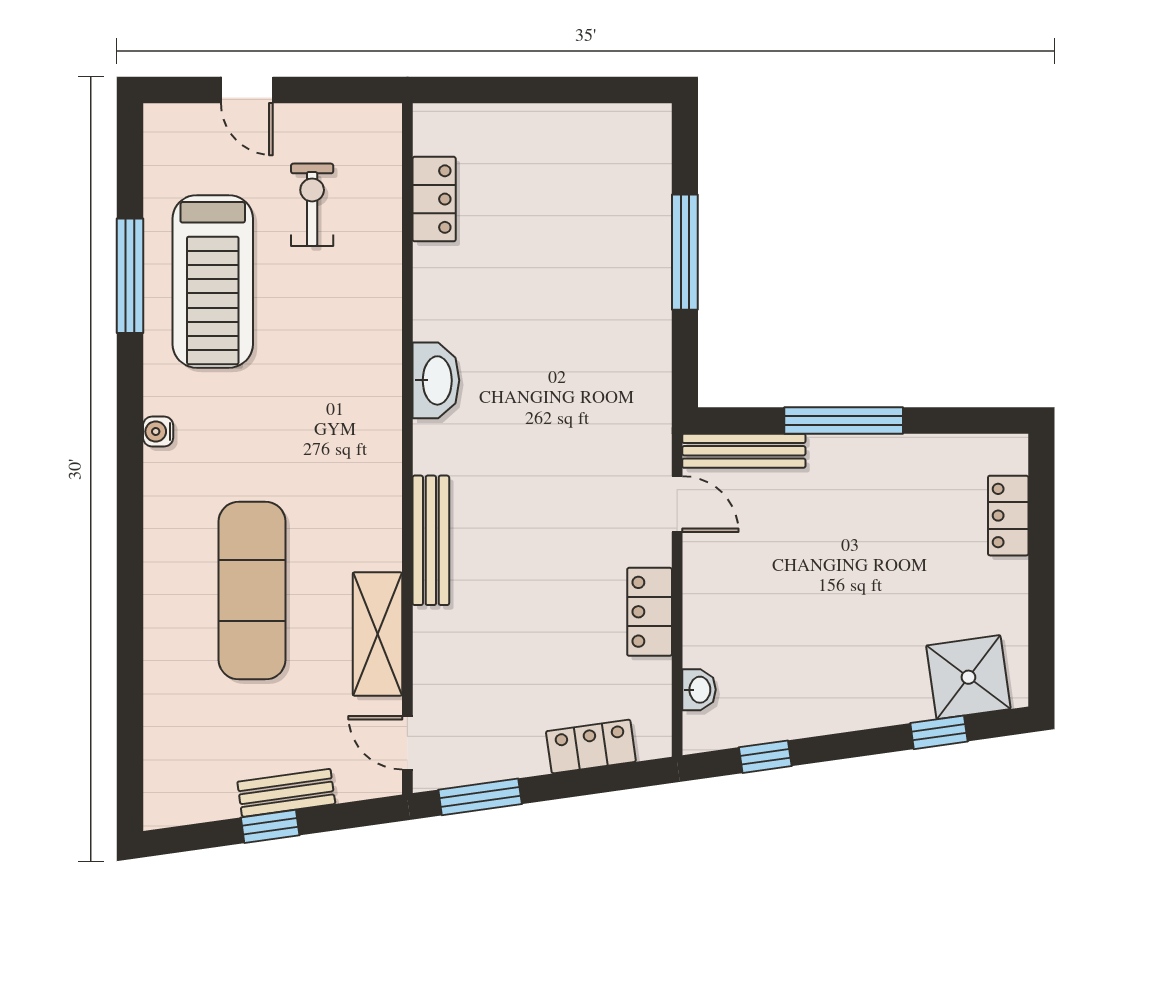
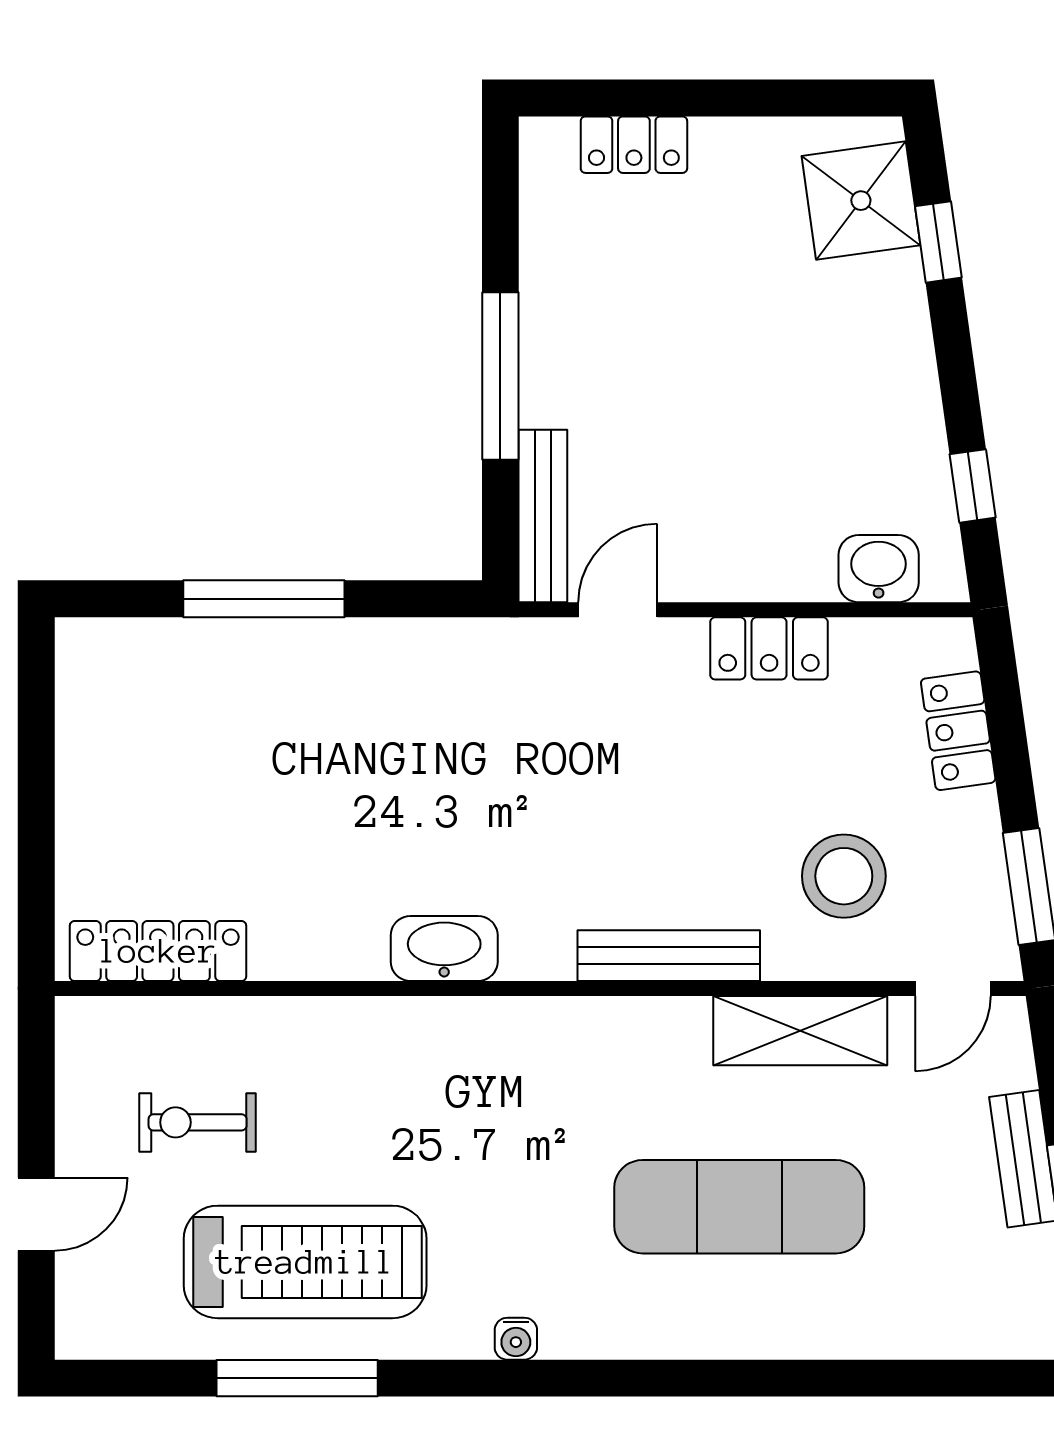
locker: (434, 199) -> (158, 951), width x1.53
stool: (487, 665) -> (844, 876), added
washbasin: (699, 690) -> (879, 569), width x1.38, depth x1.45

